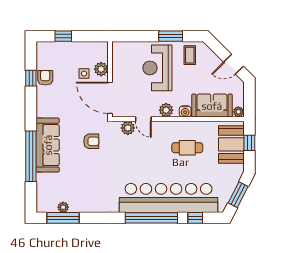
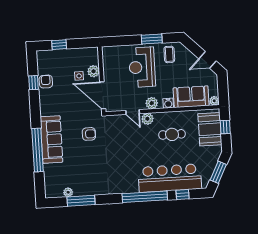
plant: (128, 128) -> (147, 119), moved
bar counter: (169, 198) -> (170, 178), width x0.73
window: (63, 218) -> (81, 201), moved

